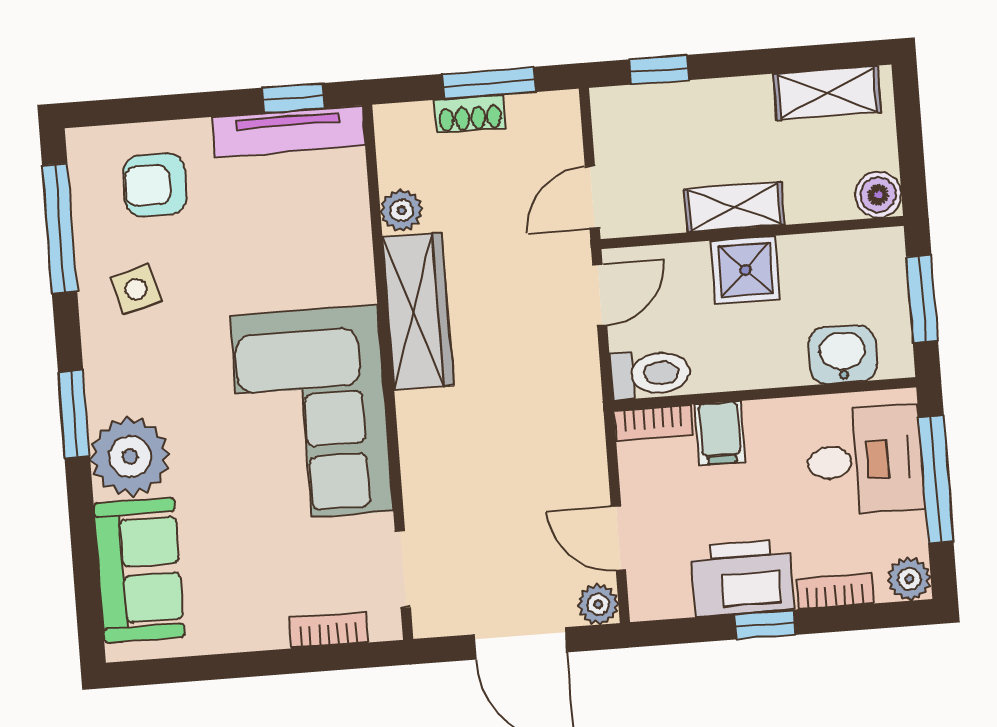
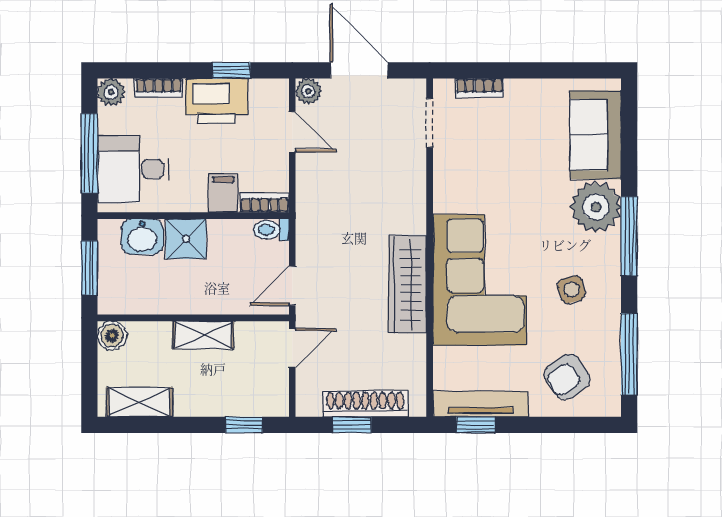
window: (489, 83) -> (352, 425), width x0.67
shoe rack: (470, 114) -> (365, 404), width x1.94, depth x1.24
armchair: (155, 185) -> (567, 377), turned 146
plant: (401, 210) -> (413, 349), removed
shower: (745, 270) -> (186, 239), moved
side table: (136, 289) -> (572, 289), moved
toilet: (650, 374) -> (271, 230), width x0.73, depth x0.72
corner sofa: (312, 413) -> (480, 280), moved
window: (74, 414) -> (629, 236), width x1.44
window: (765, 625) -> (231, 70), moved

